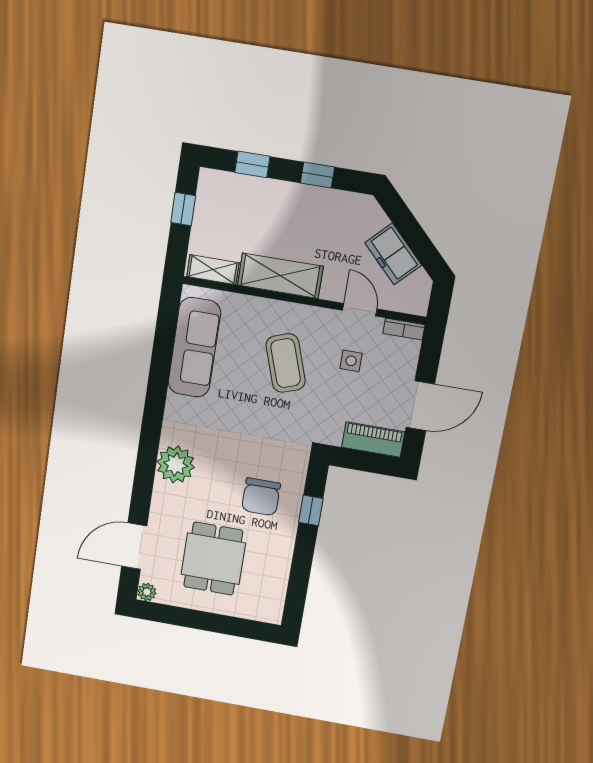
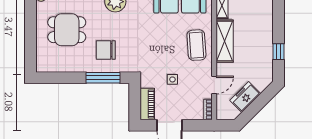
window: (252, 164) -> (278, 18), removed
side table: (351, 361) -> (172, 79), moved
coffee table: (286, 363) -> (196, 45), moved, turned -75
window: (311, 510) -> (103, 78), width x2.17

